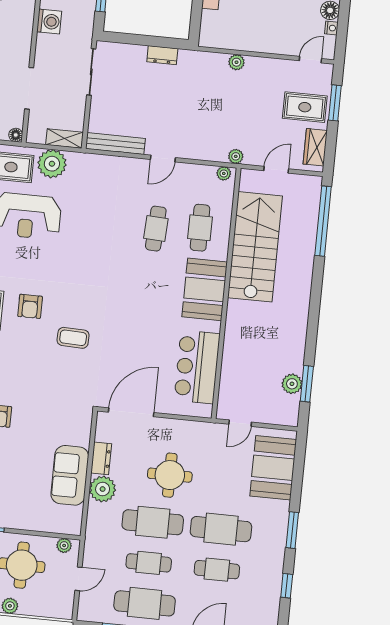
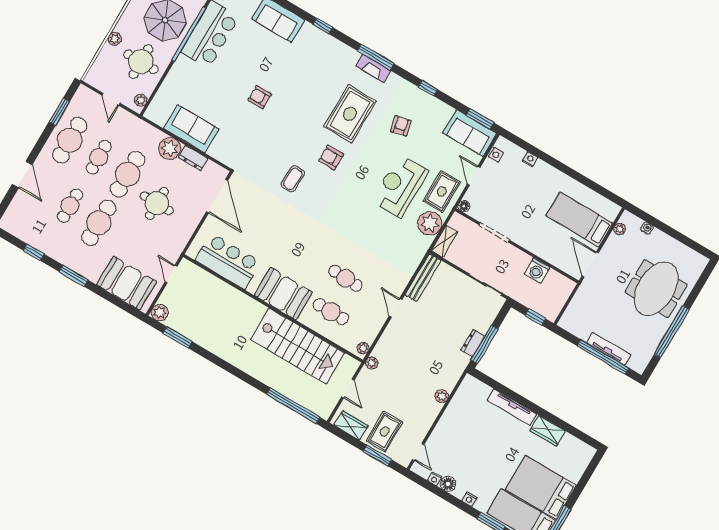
window: (158, 42) -> (485, 344), added
plant: (292, 384) -> (160, 313), moved

